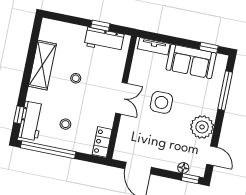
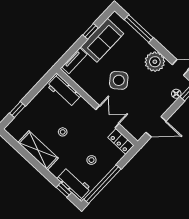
window: (100, 26) -> (17, 110), moved
workbench: (104, 40) -> (64, 91), moved, turned 90
window: (209, 48) -> (90, 31), moved
double door: (121, 98) -> (107, 117), moved
side table: (161, 102) -> (119, 80), turned -38

